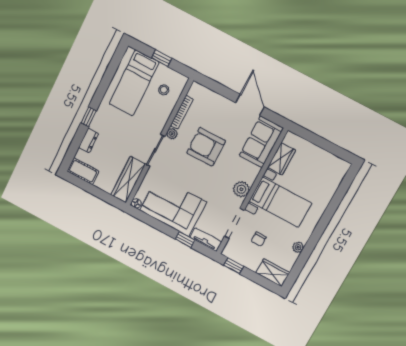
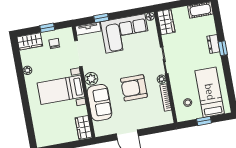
dresser: (89, 141) -> (213, 44), moved
sofa: (261, 142) -> (99, 103), moved
armchair: (206, 147) -> (134, 88), turned 180
wardrobe: (282, 159) -> (84, 127), moved
wardrobe: (128, 180) -> (166, 22), width x0.67
chair: (259, 239) -> (54, 44), moved
window: (234, 266) -> (47, 28), moved

